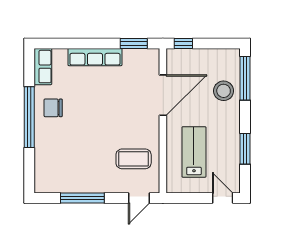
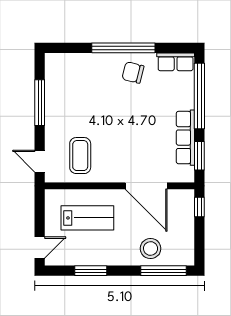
window: (76, 44) -> (199, 96), added
row of seats: (95, 57) -> (185, 138), moved
chair: (53, 108) -> (133, 72), turned -76

